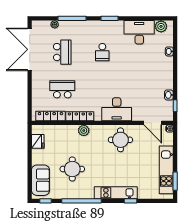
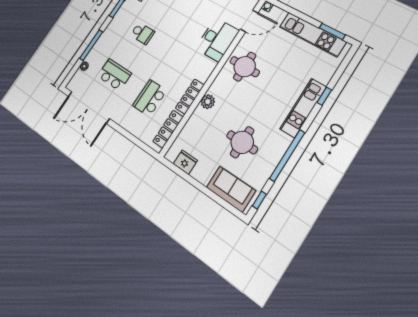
desk: (117, 109) -> (217, 40), moved

